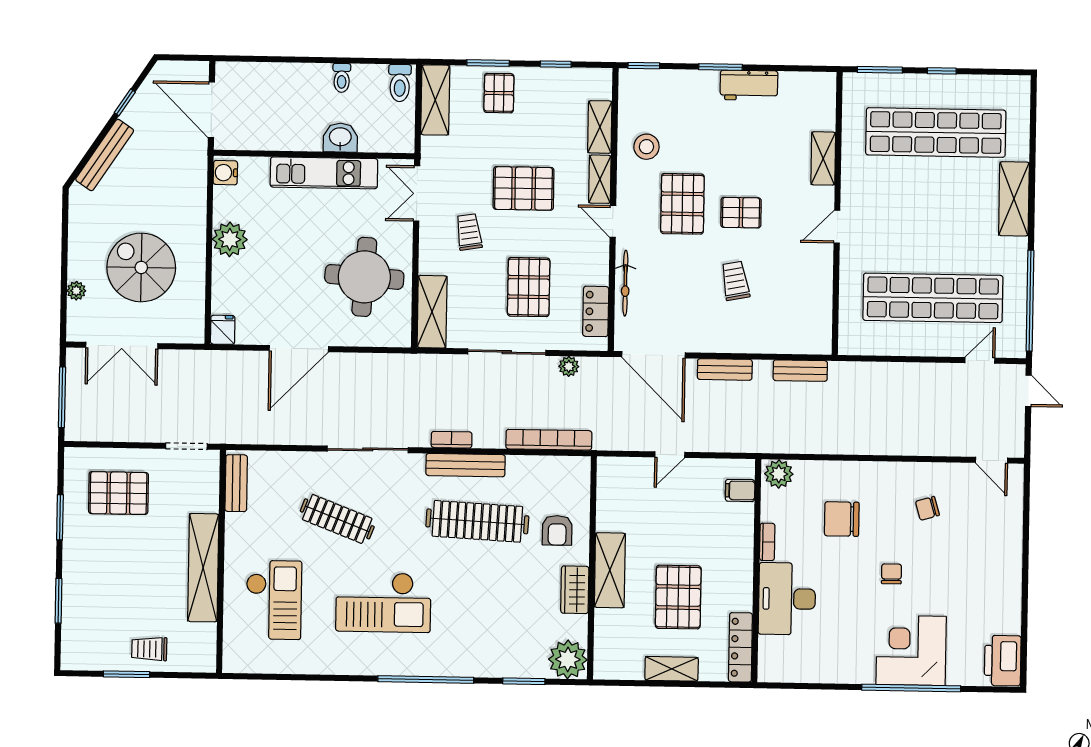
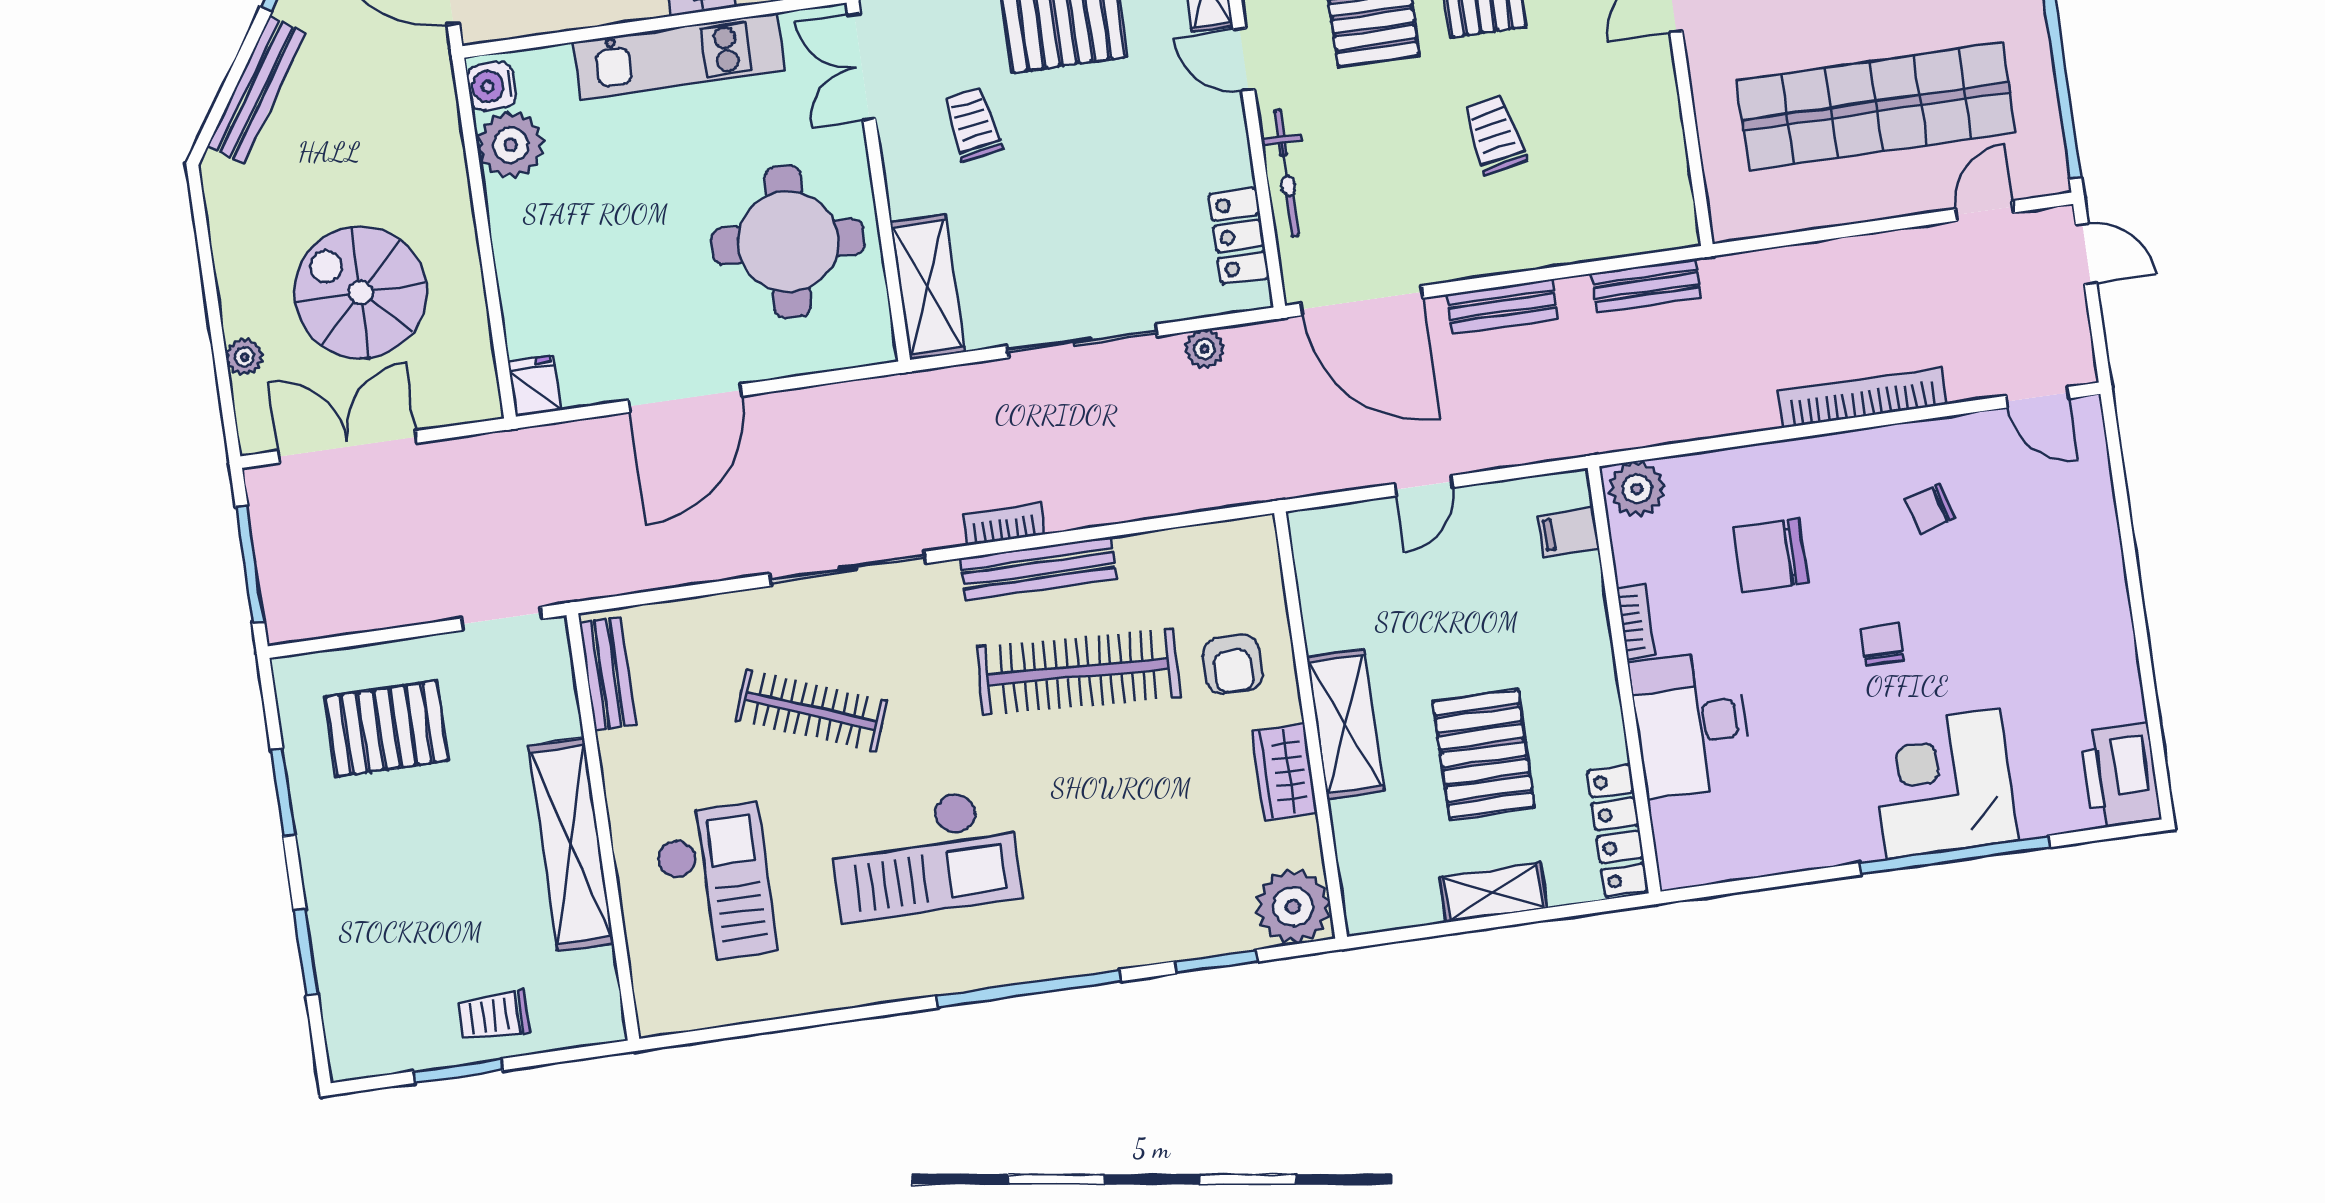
plant: (230, 239) -> (511, 145), moved
pallet: (529, 287) -> (1104, 210), removed
double door: (122, 345) -> (348, 447), swing flipped
bookcase: (549, 440) -> (1862, 398), moved

